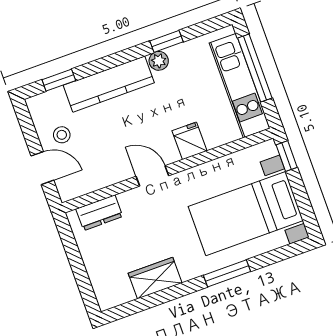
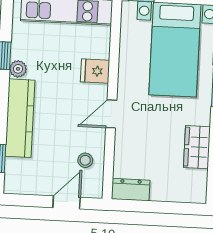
stool: (62, 135) -> (85, 160), moved
dresser: (99, 213) -> (131, 190), moved, turned -90

